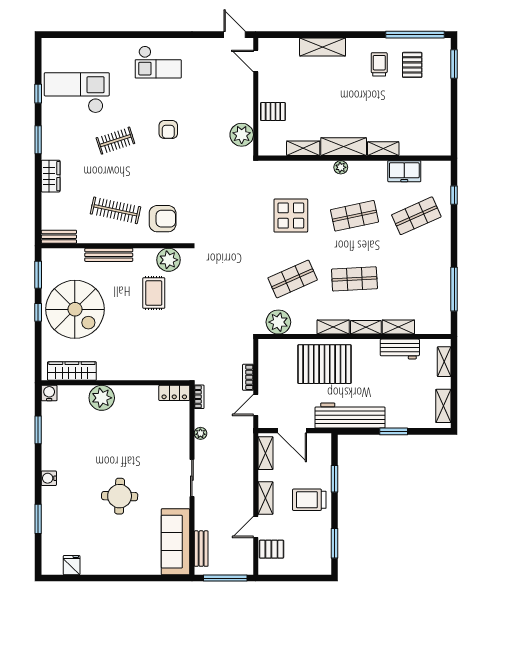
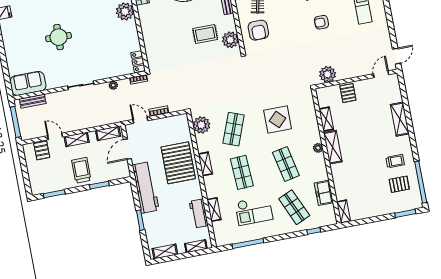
shelving: (383, 149) -> (344, 212), moved
checkout: (411, 272) -> (254, 211), added
shop shelf: (293, 279) -> (234, 129), turned 45
shelving: (366, 327) -> (209, 187), removed
sofa: (175, 542) -> (28, 83), width x0.73

